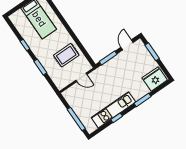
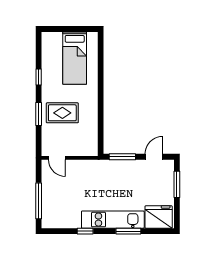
rug: (66, 55) -> (62, 113), moved
door: (81, 77) -> (57, 158), moved
kitchen unit: (113, 110) -> (113, 220), moved

